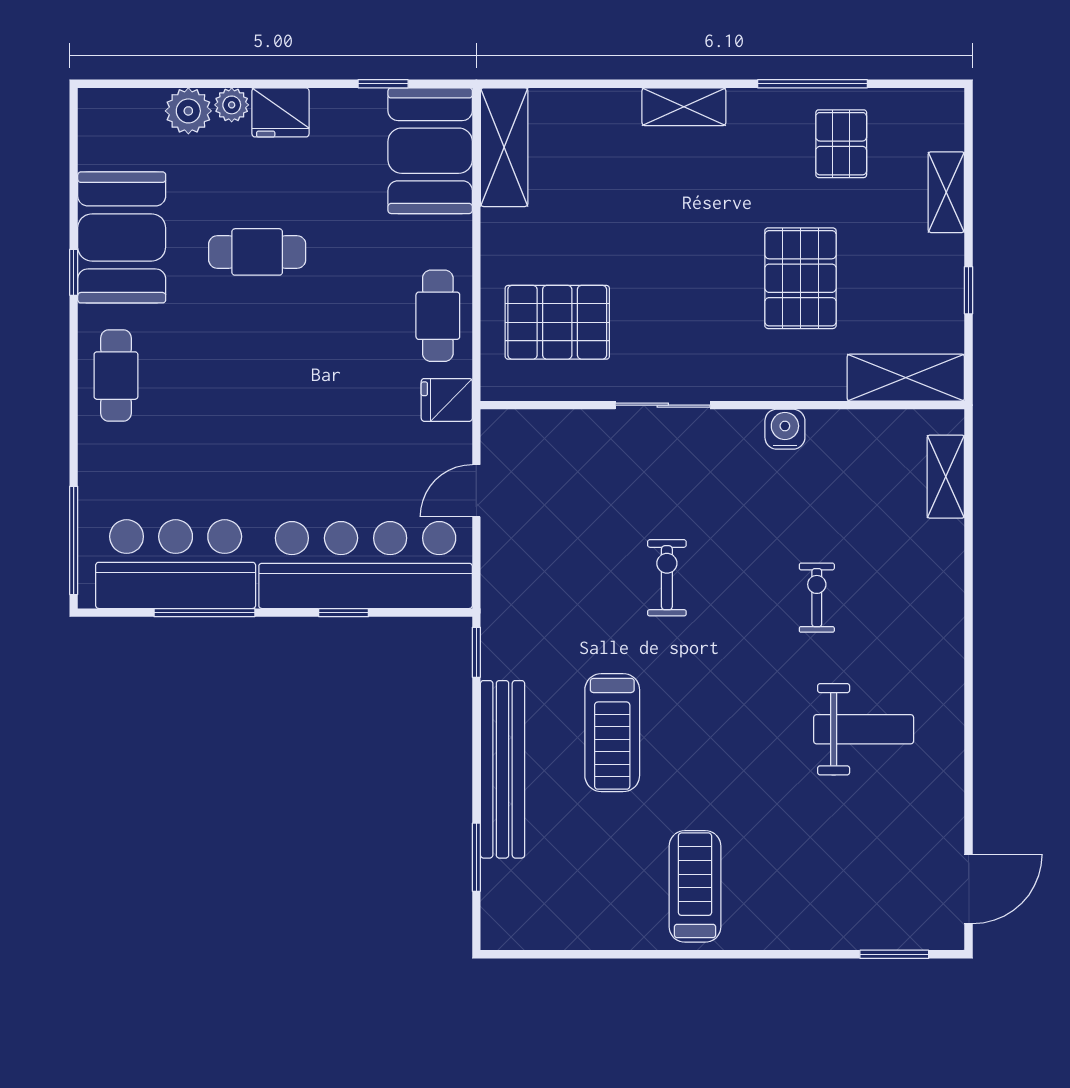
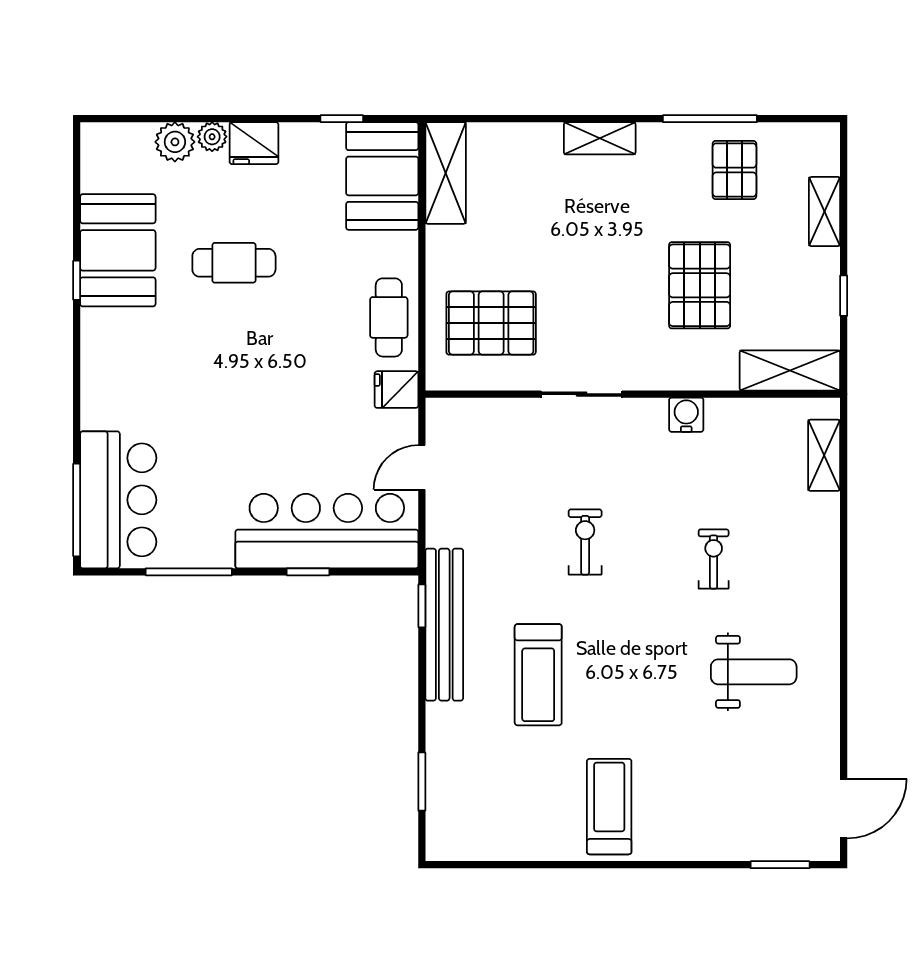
cafe table: (116, 376) -> (113, 369), removed
bar counter: (176, 564) -> (118, 500), moved, turned 90
bench: (503, 769) -> (444, 625), moved

